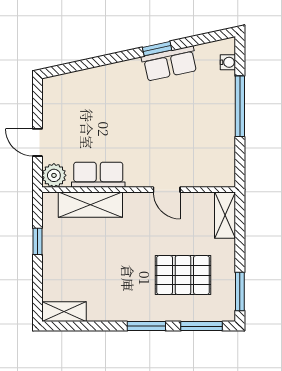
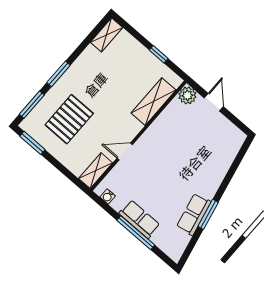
window: (157, 49) -> (208, 214), width x1.50
water cooler: (228, 62) -> (108, 196), moved
door: (37, 142) -> (214, 102), hinge flipped
row of seats: (98, 175) -> (140, 219), moved, turned -90
shelving: (225, 215) -> (96, 171), moved, turned 90

